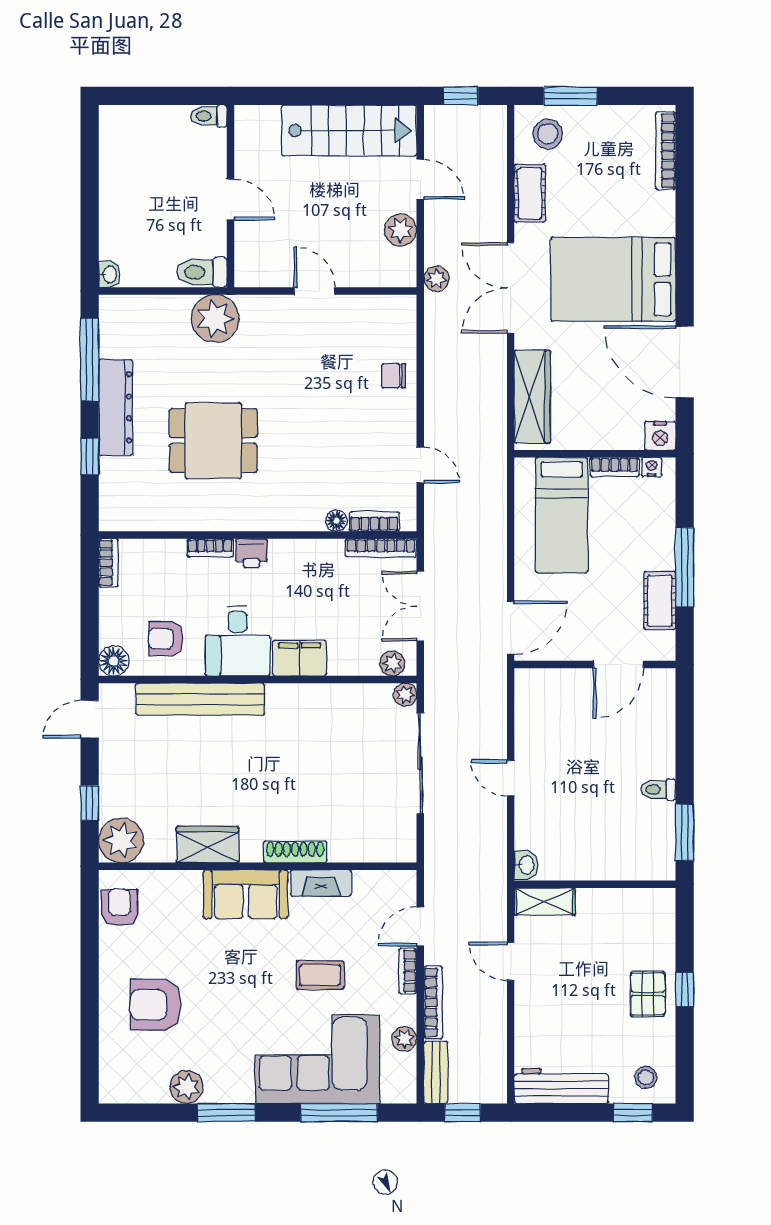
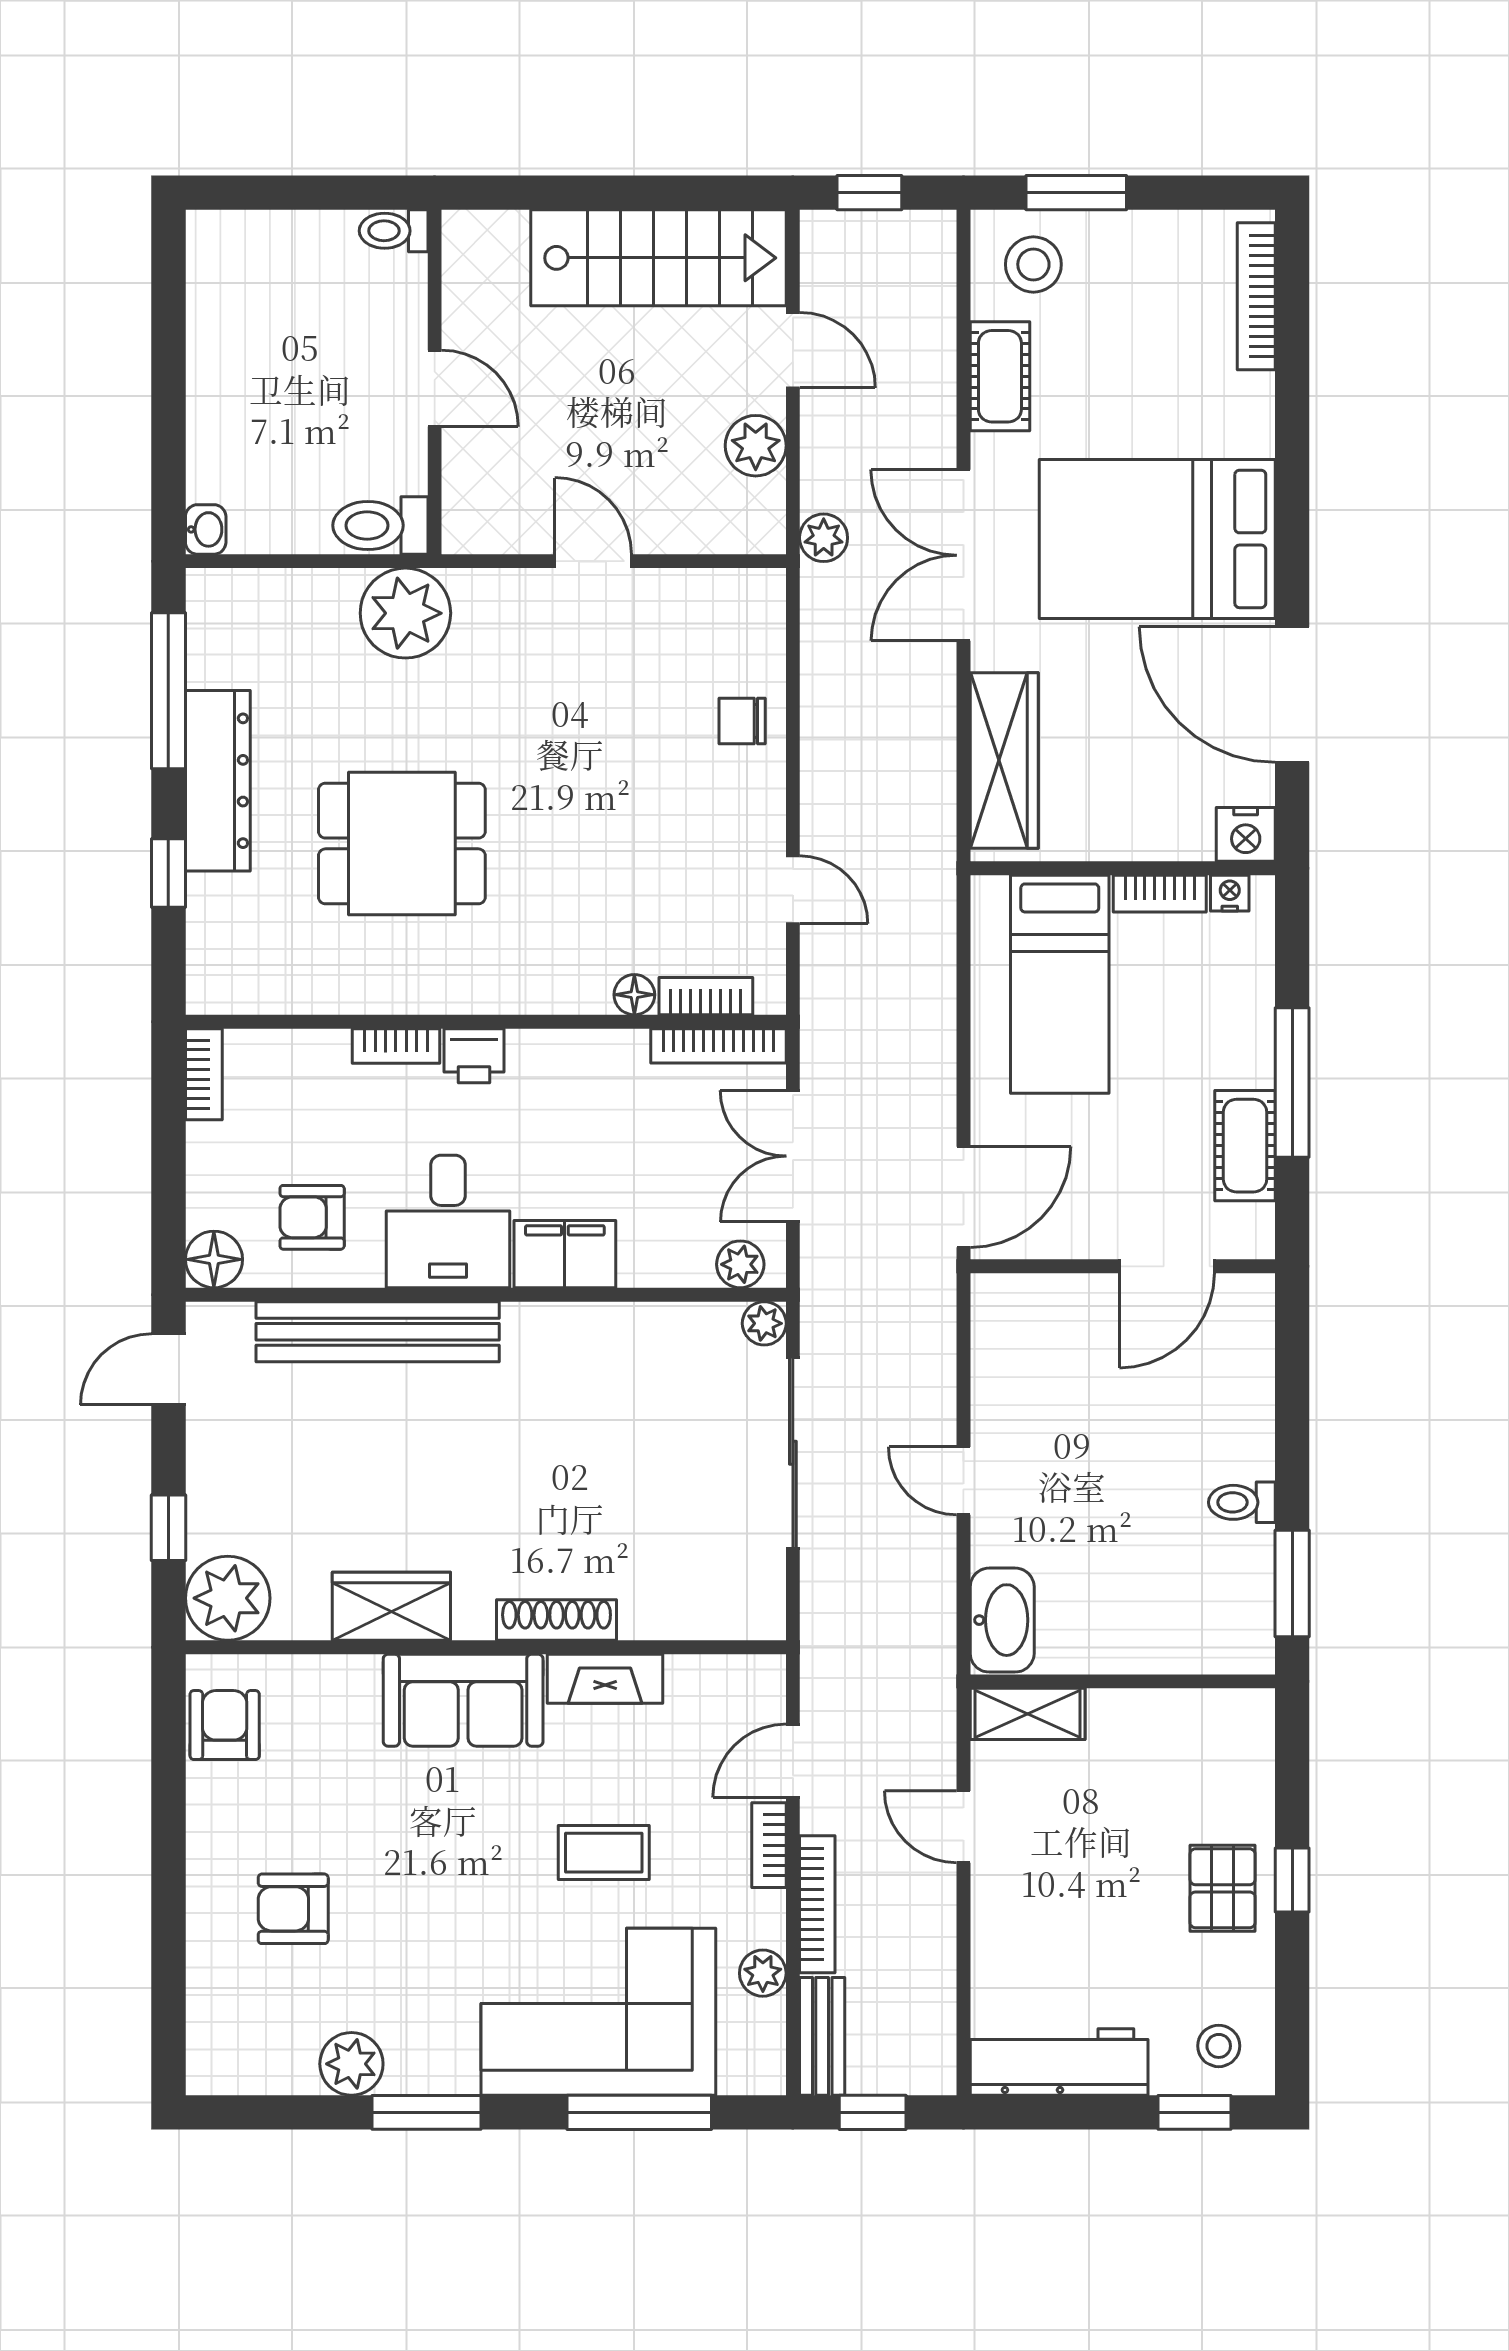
washbasin: (526, 865) -> (1002, 1620), width x1.91, depth x1.45
armchair: (156, 1005) -> (293, 1909), width x0.72, depth x0.72

